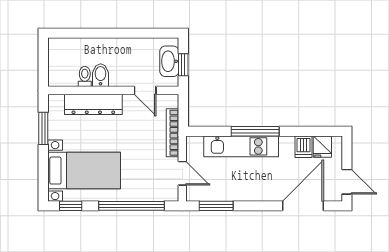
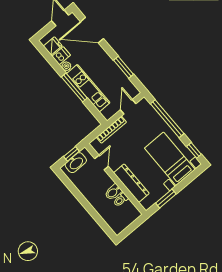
plant: (287, 143) -> (66, 66), added
window: (216, 206) -> (123, 67), moved

